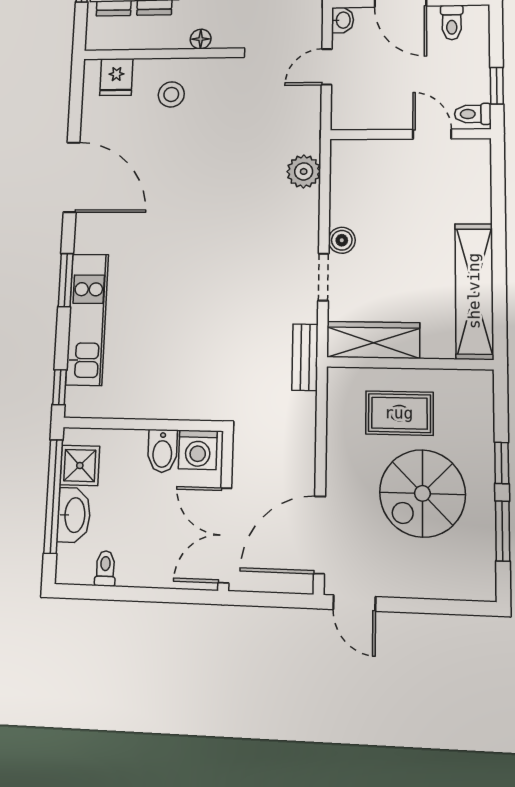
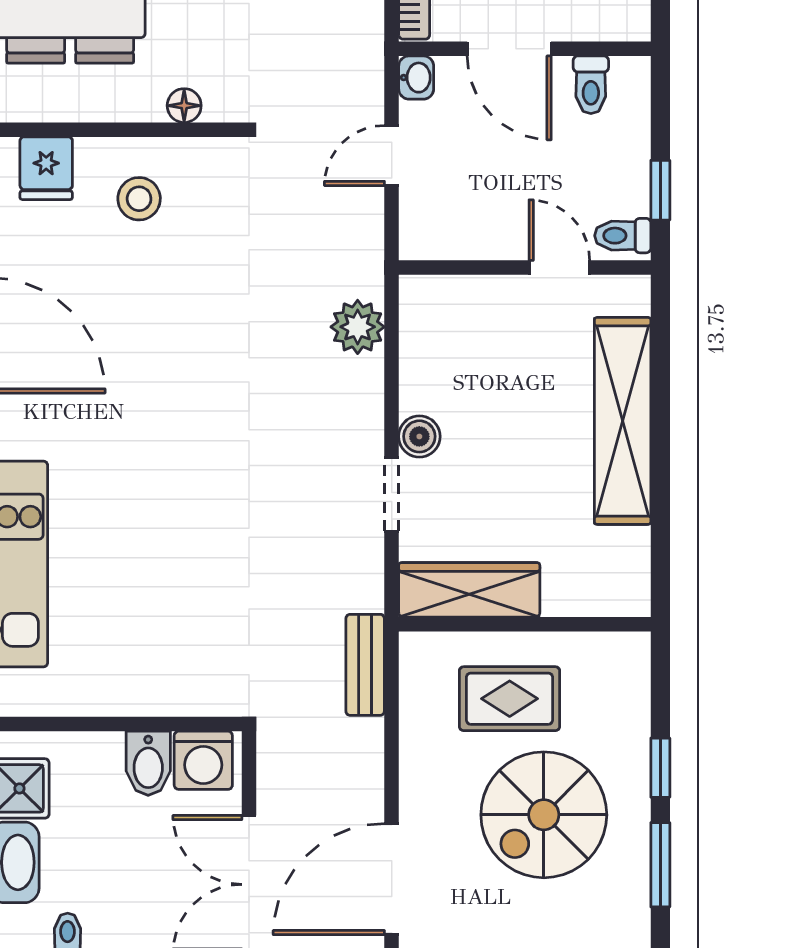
shelving: (474, 291) -> (623, 421), moved
bench: (305, 357) -> (365, 665), moved

